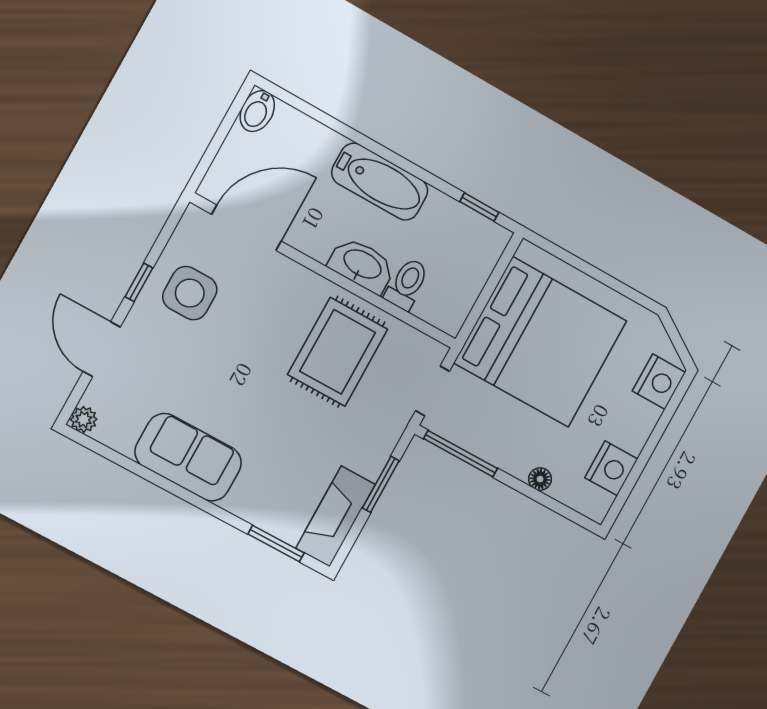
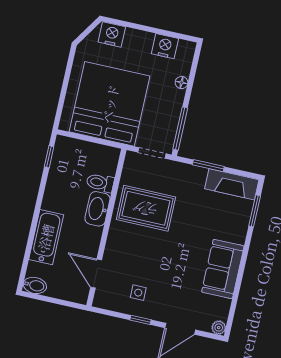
bathtub: (380, 182) -> (46, 237), moved
door: (246, 228) -> (96, 274), width x0.73
side table: (190, 293) -> (138, 293), width x0.54, depth x0.54

